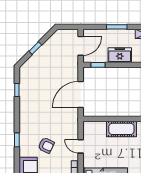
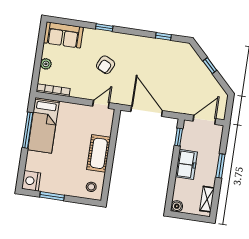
door: (81, 46) -> (204, 120), swing flipped
armchair: (46, 145) -> (106, 65), moved
door: (81, 146) -> (101, 104), moved

